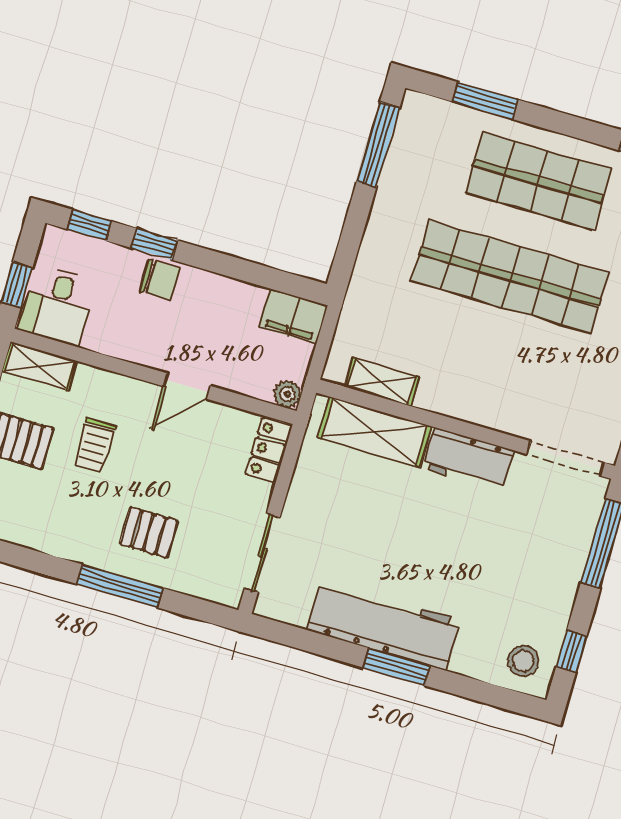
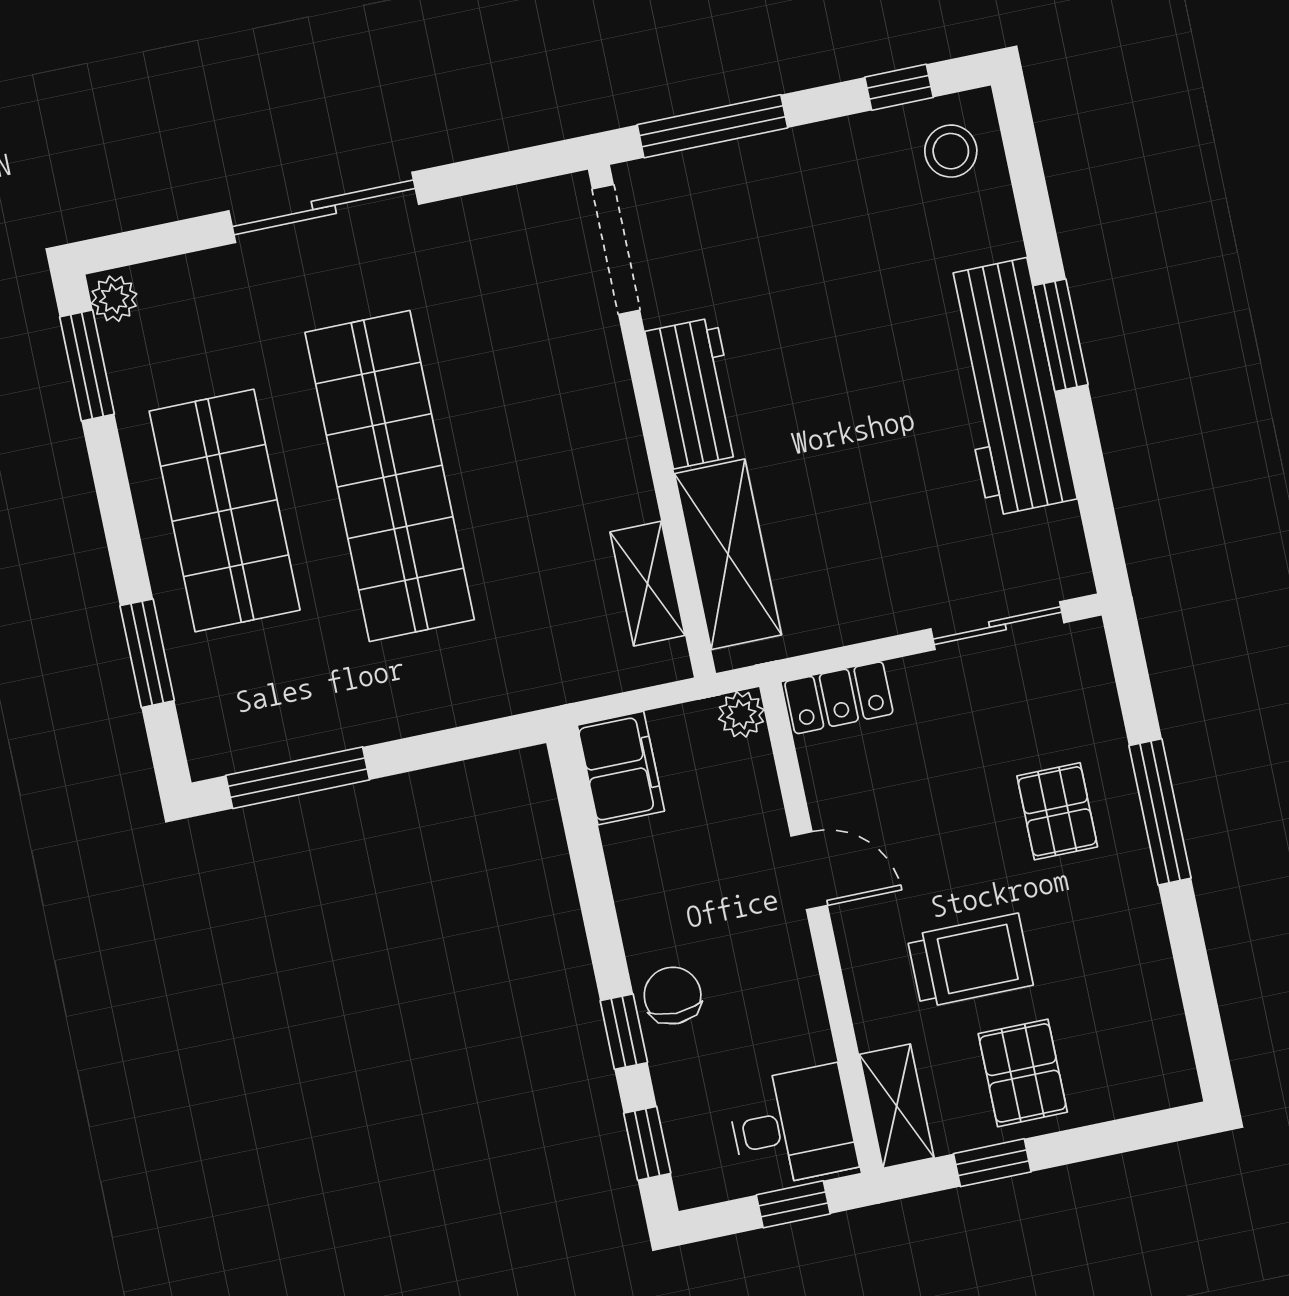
trolley: (95, 445) -> (970, 961), width x1.36, depth x1.39

